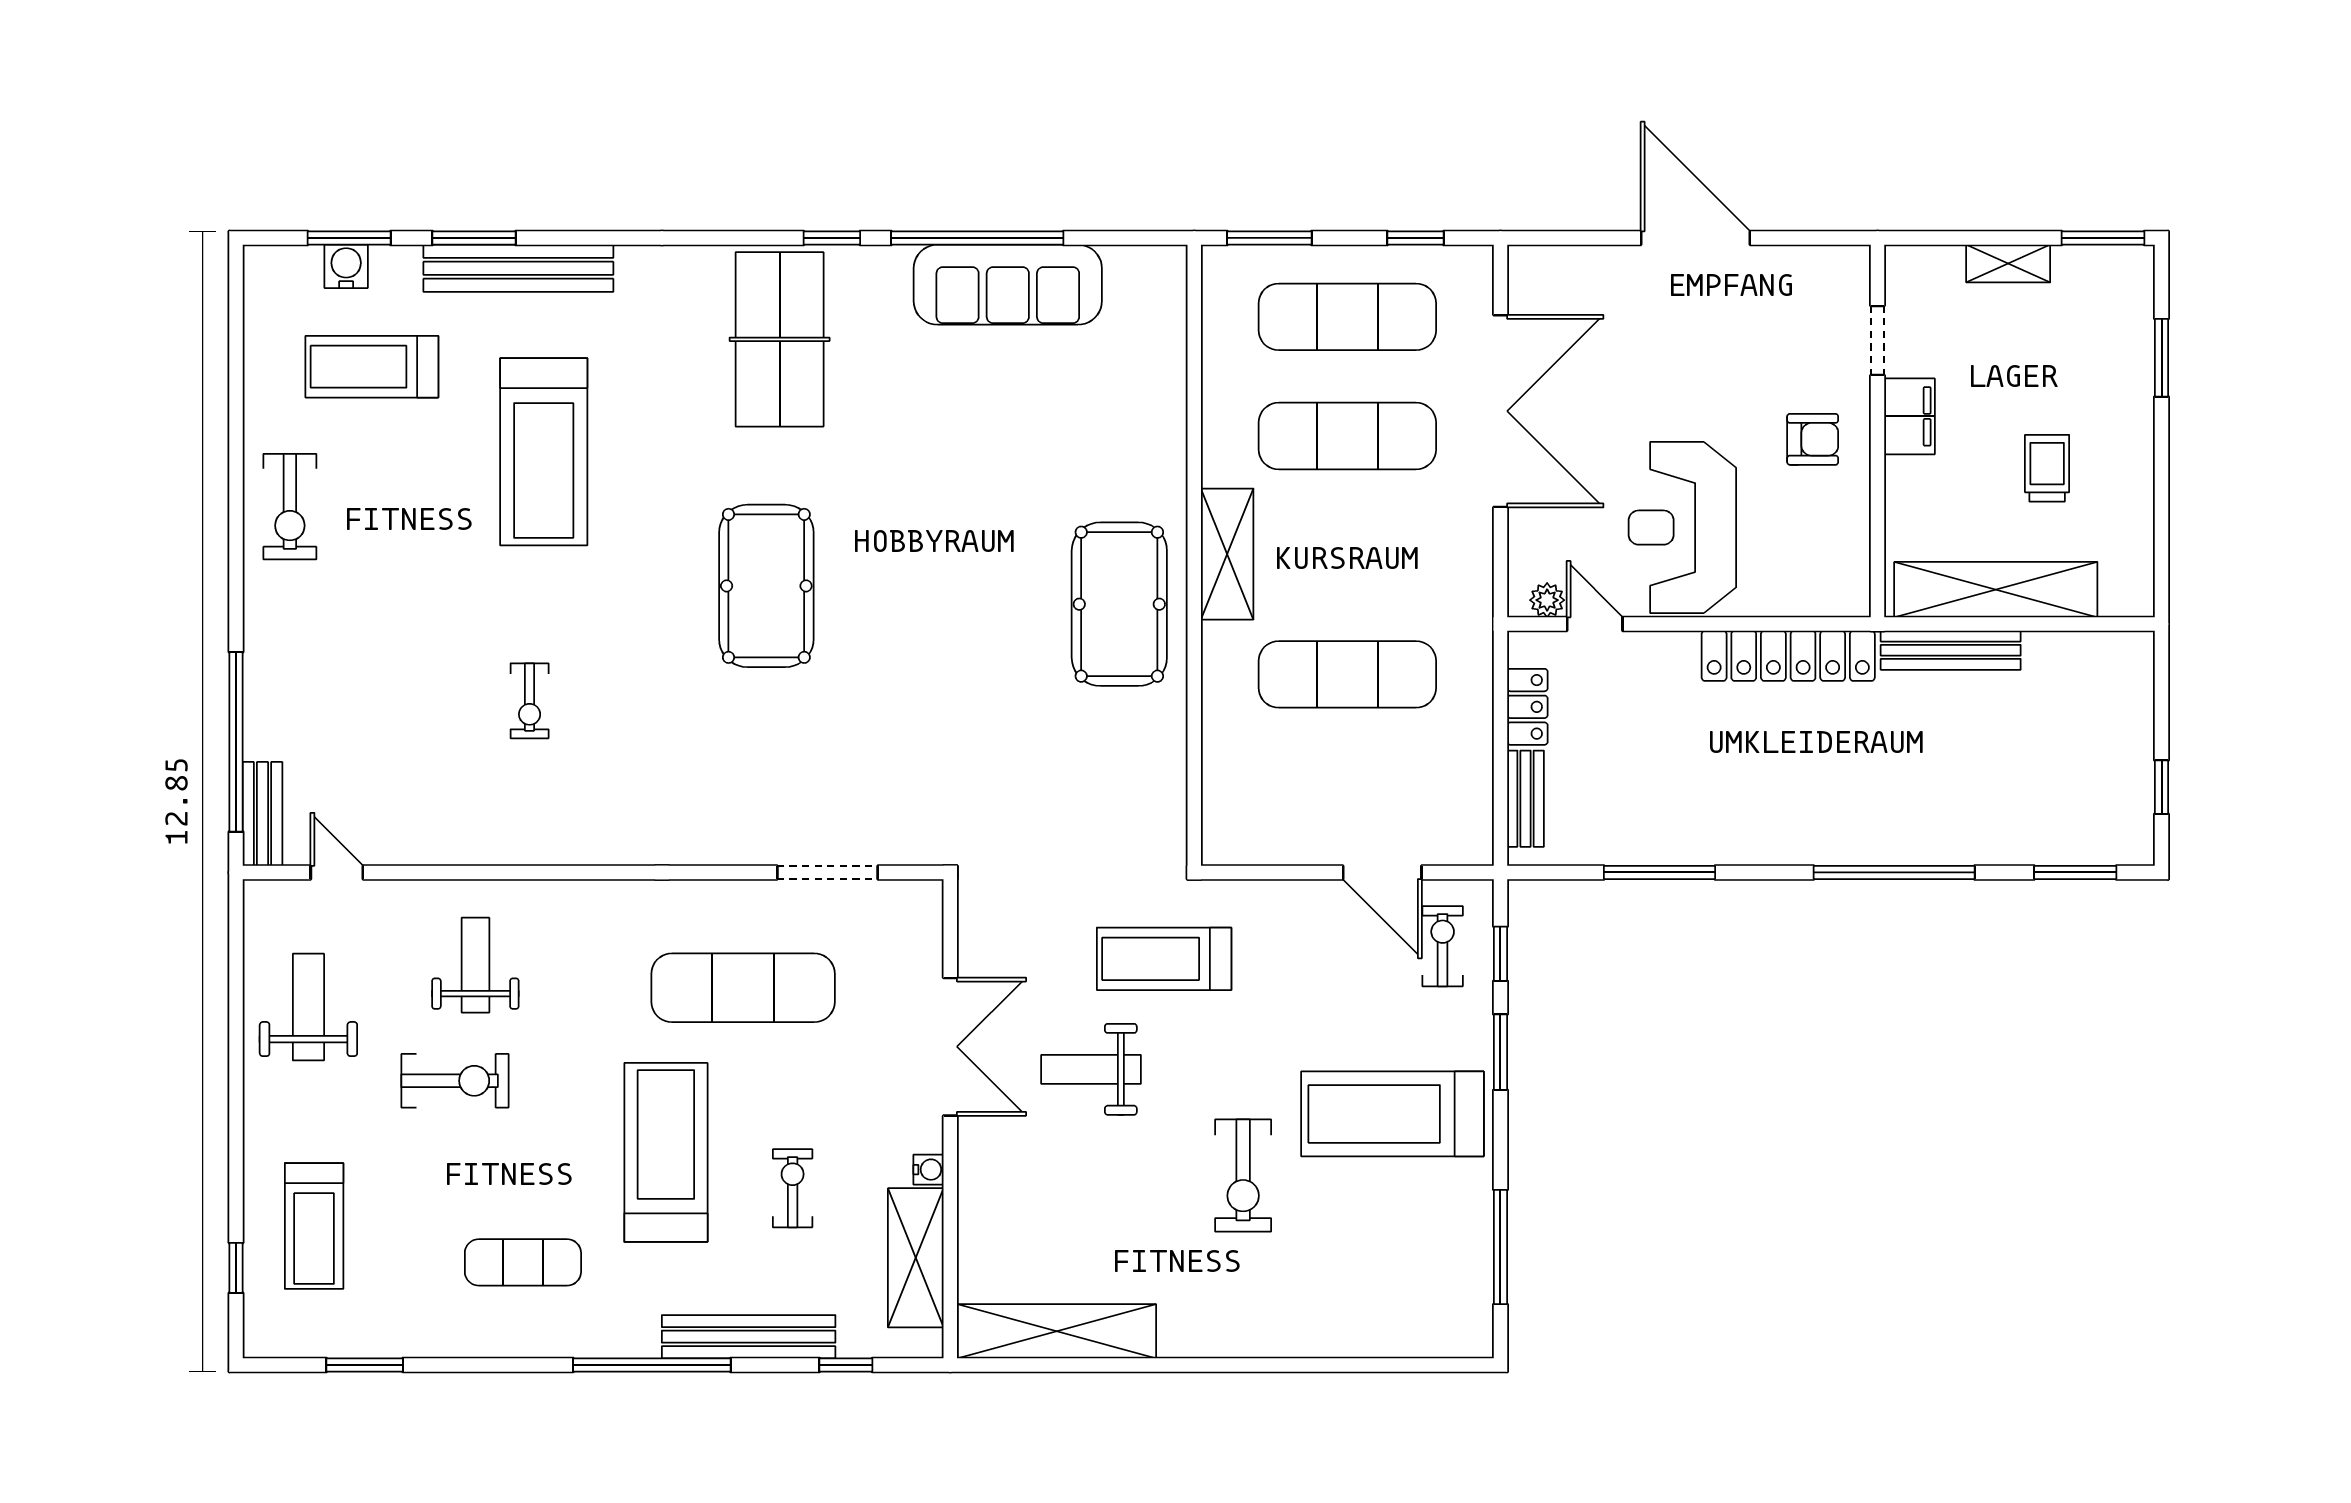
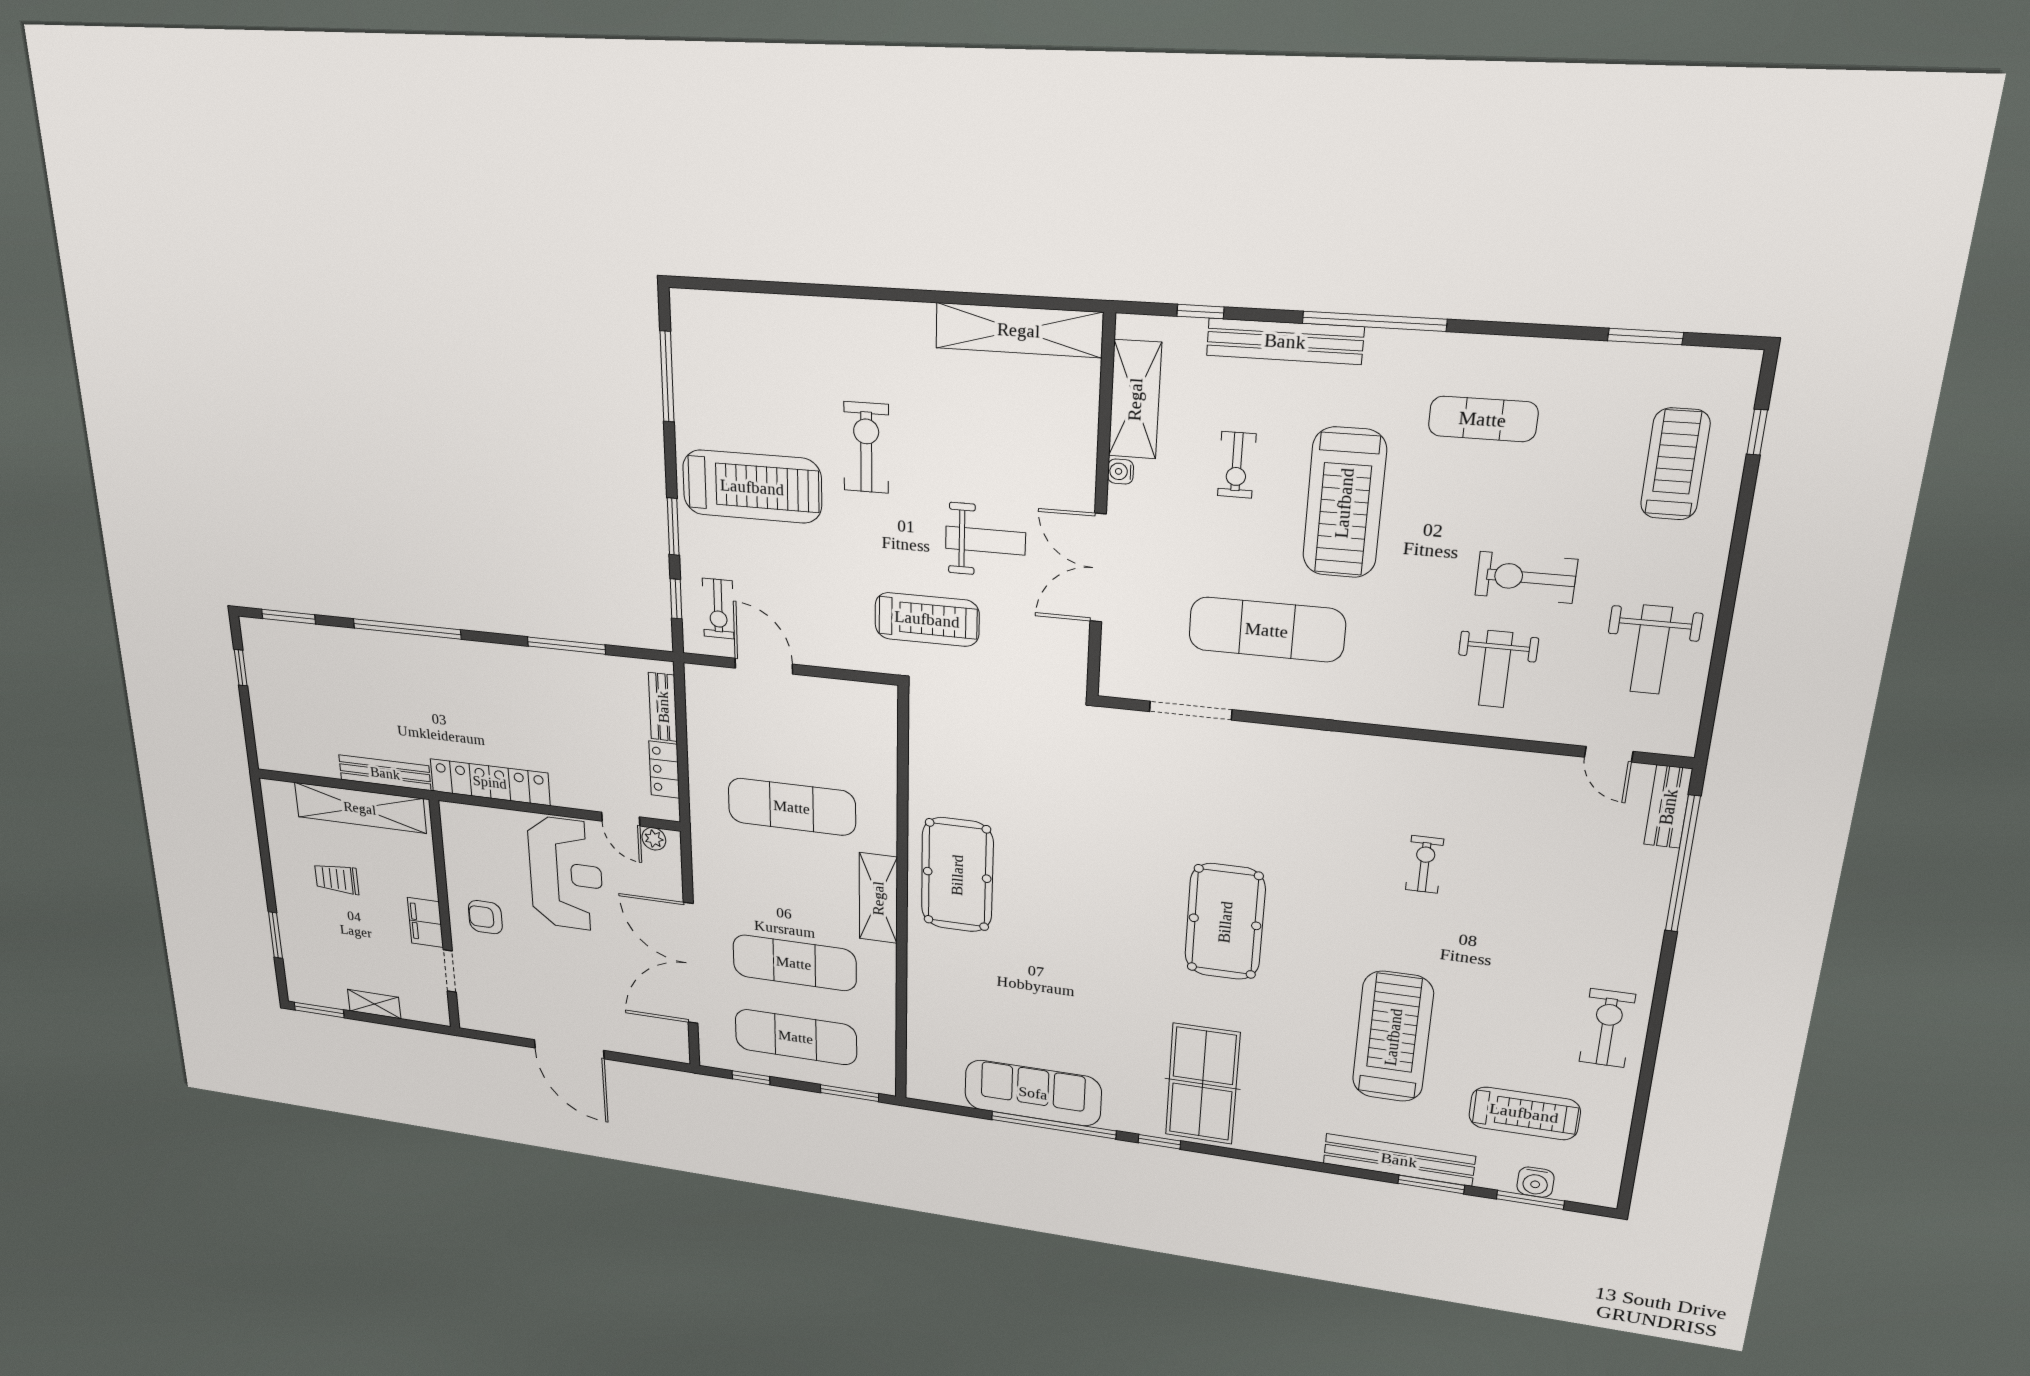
trolley: (2047, 468) -> (337, 879), turned 90

